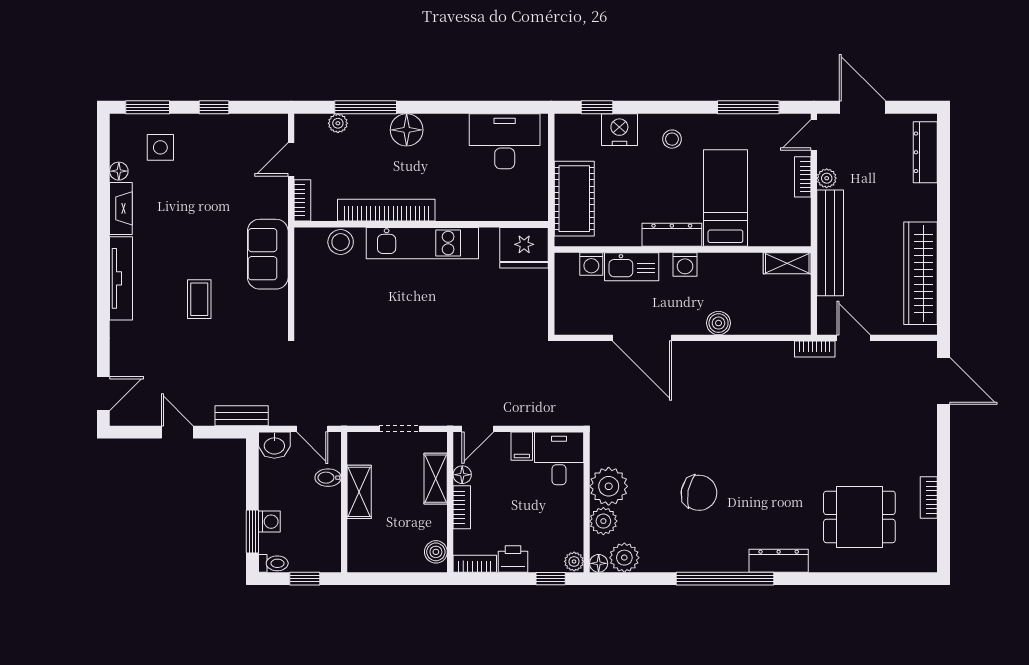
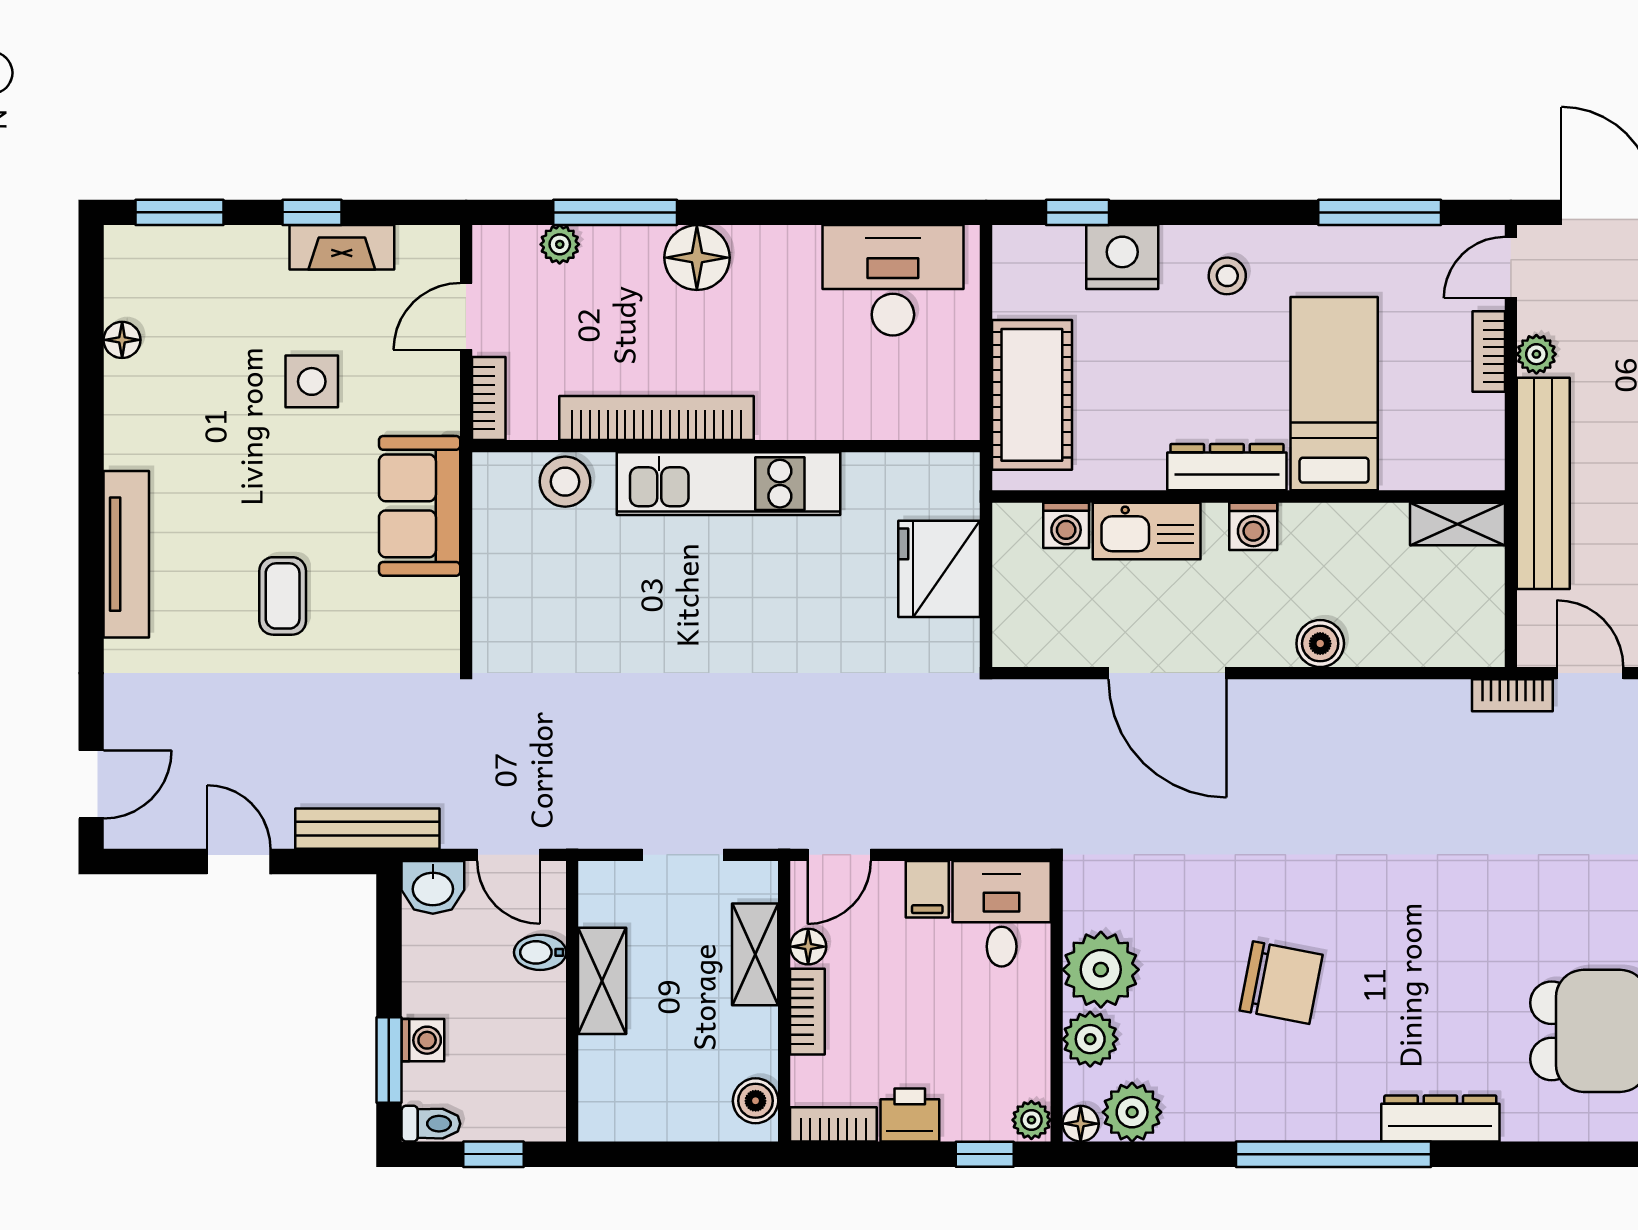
side table: (160, 147) -> (312, 381), moved
fireplace: (121, 208) -> (342, 247), moved, turned 90
fridge: (524, 248) -> (939, 569), moved, turned 90
bench: (242, 416) -> (367, 829), width x1.36

